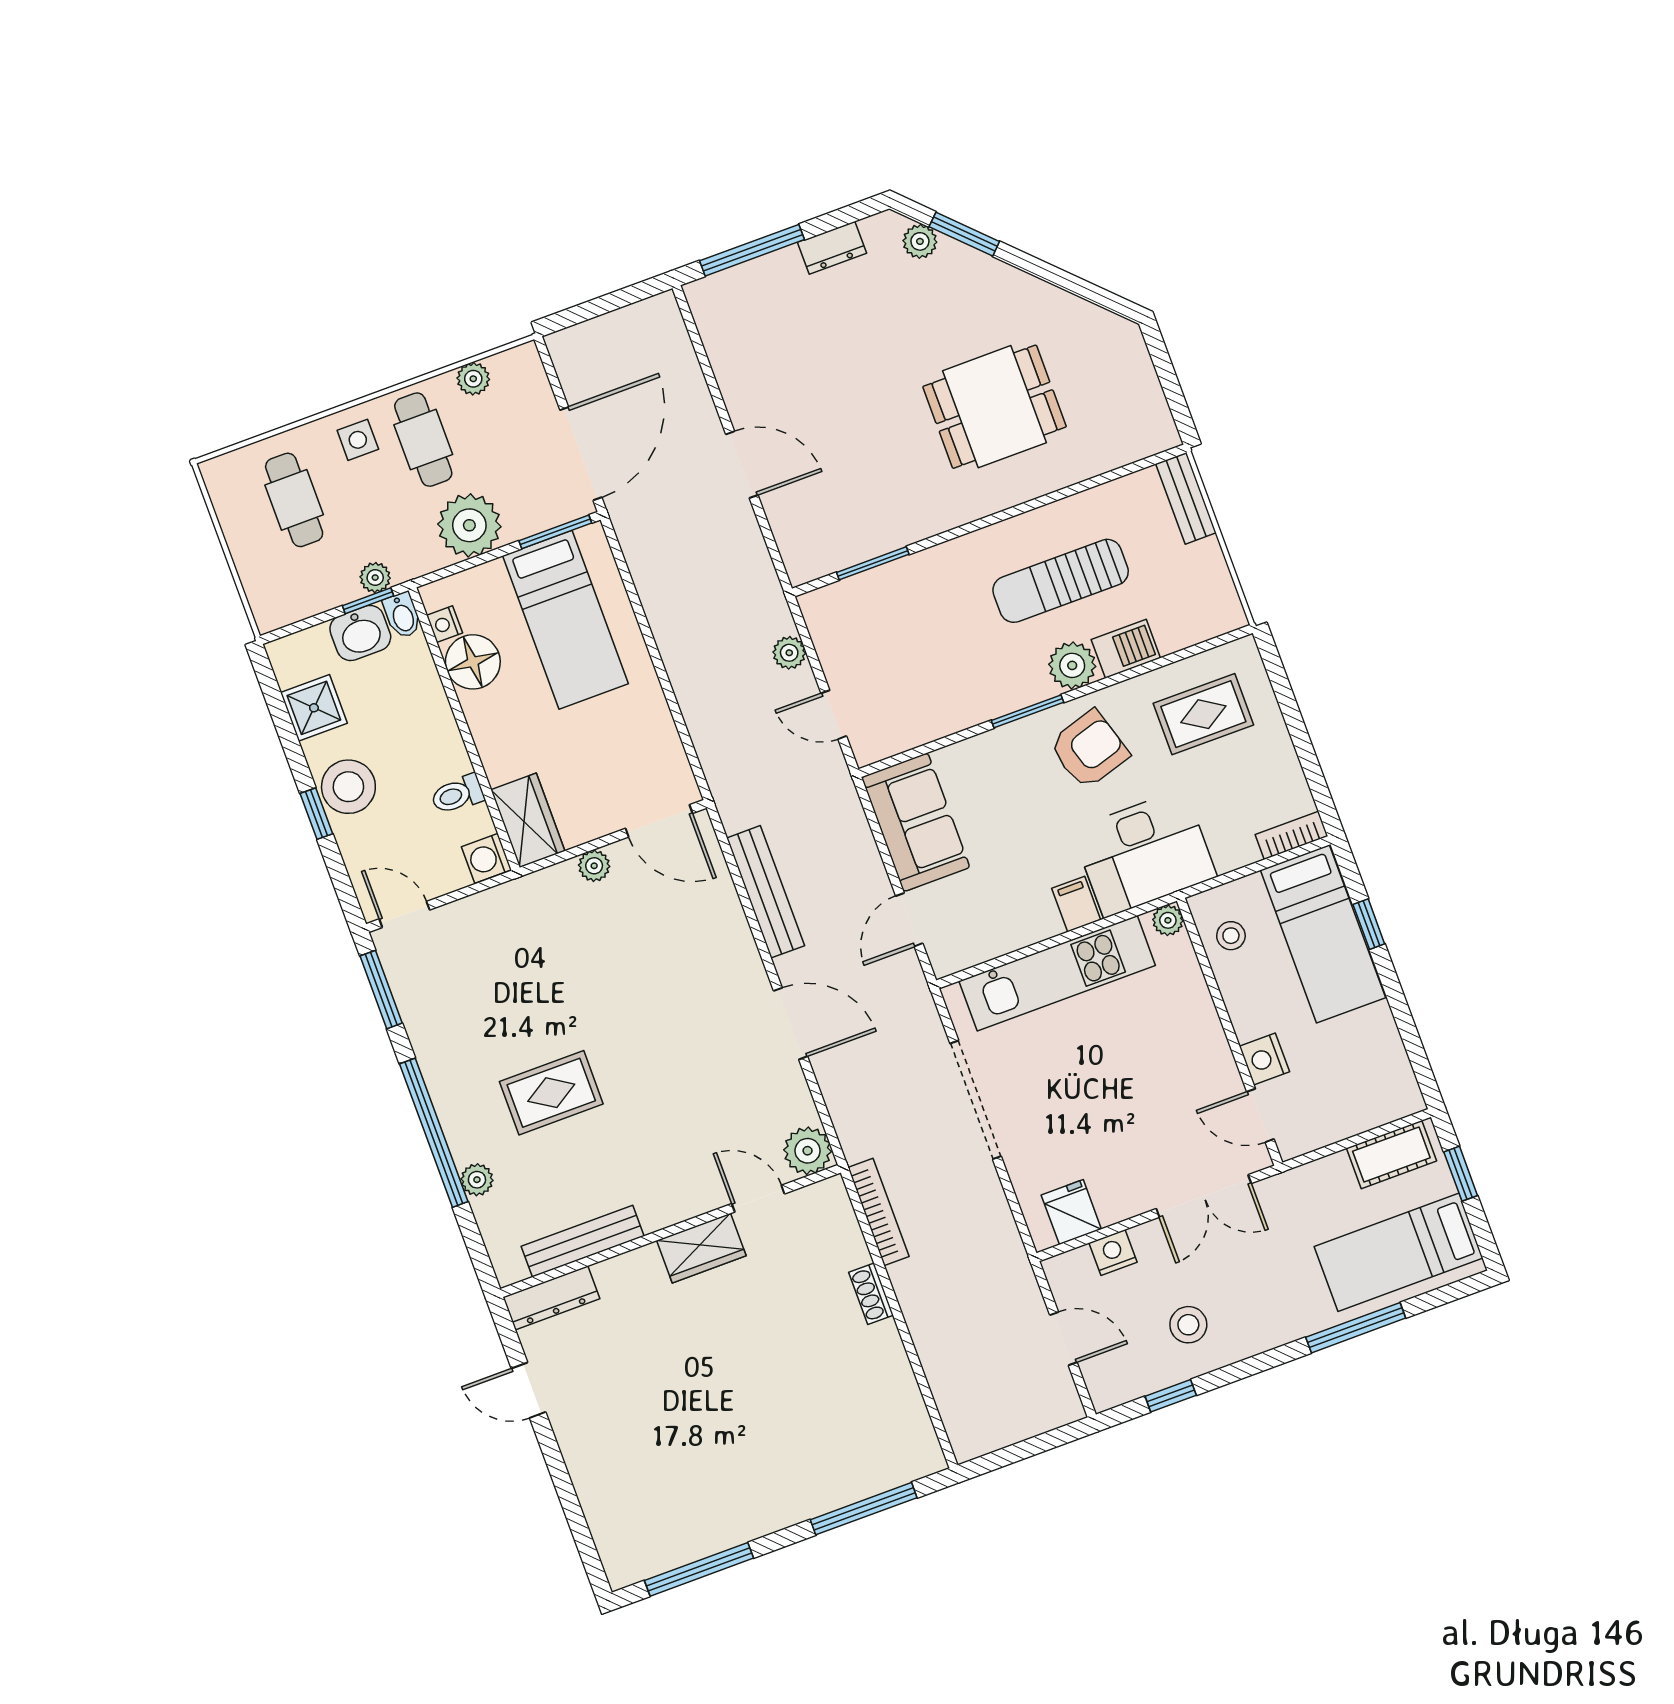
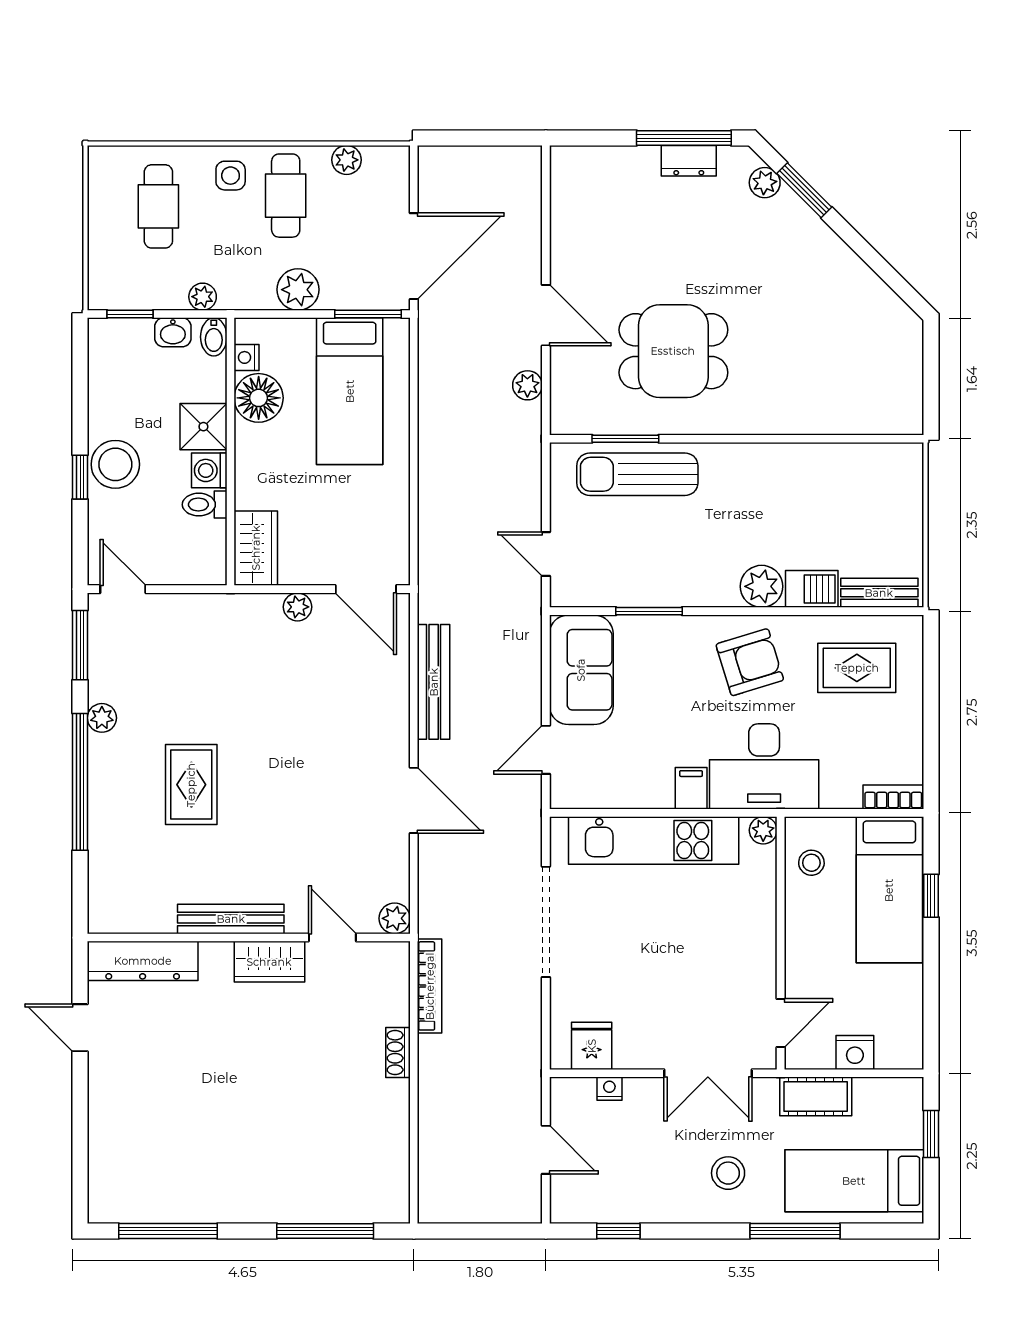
window: (752, 250) -> (684, 138), moved
dining table: (995, 407) -> (673, 351), moved
bench: (1186, 498) -> (879, 593), moved, turned 90
plant: (469, 525) -> (298, 290), width x0.73, depth x0.73
sun lounger: (1061, 581) -> (637, 474), moved
window: (368, 601) -> (130, 314), moved
washbasin: (360, 633) -> (173, 332), width x0.72, depth x0.69
plant: (789, 653) -> (527, 385), moved
shower: (314, 708) -> (203, 427), moved
window: (1028, 711) -> (649, 611), moved
washing machine: (486, 858) -> (209, 470), moved
nightstand: (1264, 1059) -> (855, 1052), moved, turned -90
rug: (551, 1093) -> (191, 785), turned 90
door: (1260, 1115) -> (781, 1023), swing flipped
plant: (808, 1151) -> (395, 918), width x0.73, depth x0.73
cot: (1391, 1155) -> (816, 1096), moved
plant: (477, 1180) -> (102, 718), moved
bench: (583, 1241) -> (231, 919), moved
nightstand: (1113, 1253) -> (609, 1089), width x0.72, depth x0.74
dresser: (551, 1298) -> (143, 961), width x1.37, depth x1.24
stool: (1188, 1325) -> (728, 1173), moved

